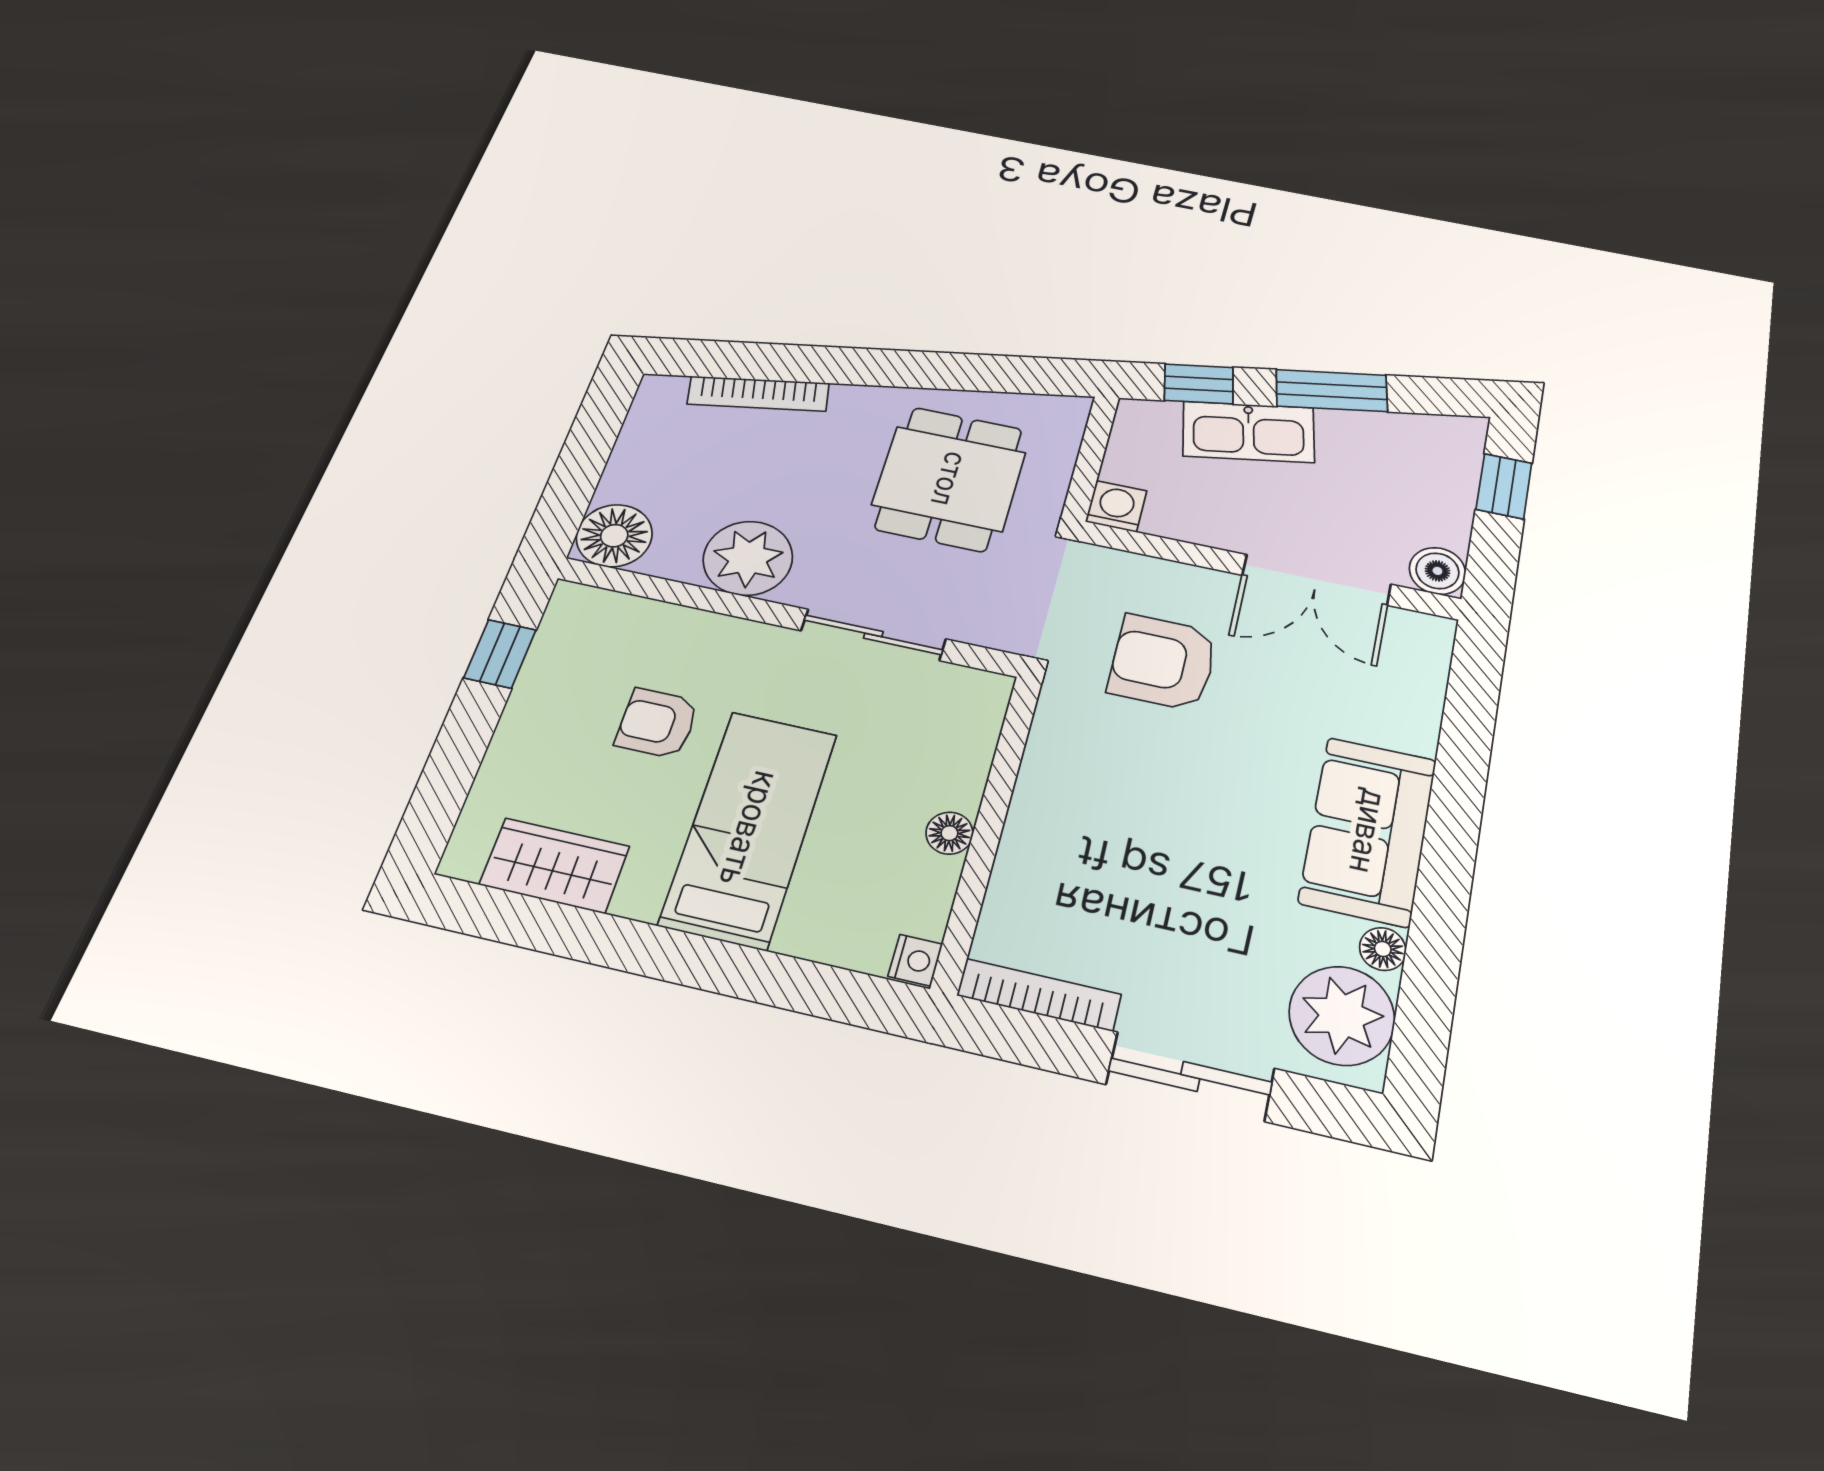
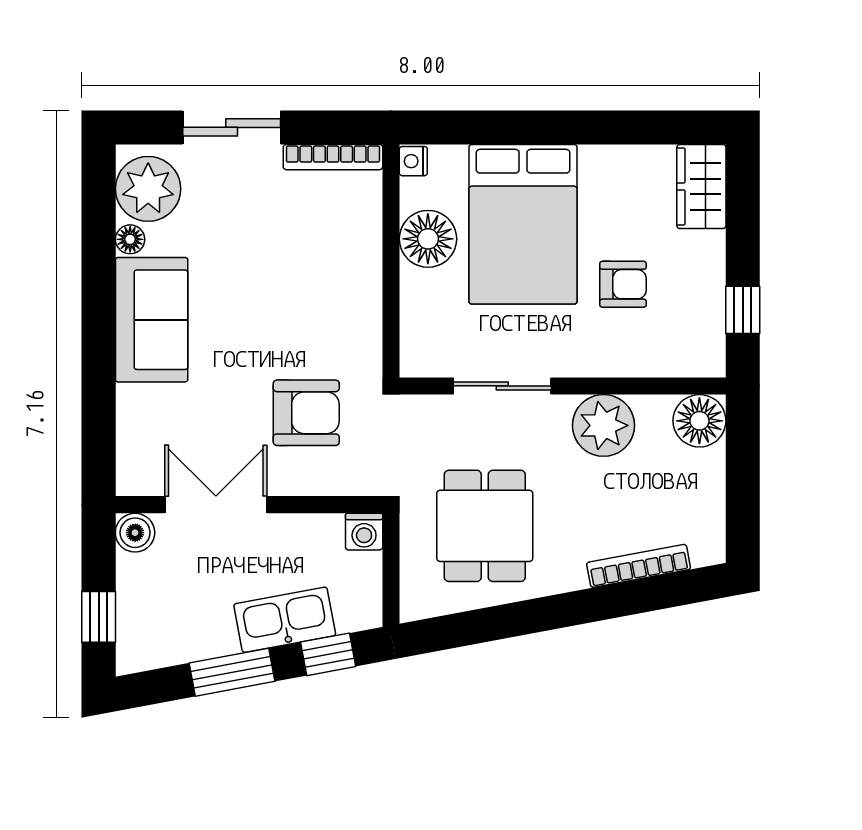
bed: (749, 828) -> (523, 224), width x1.50
floor lamp: (949, 833) -> (428, 239), width x1.89, depth x1.89
wardrobe: (555, 865) -> (701, 186), moved, turned 90

